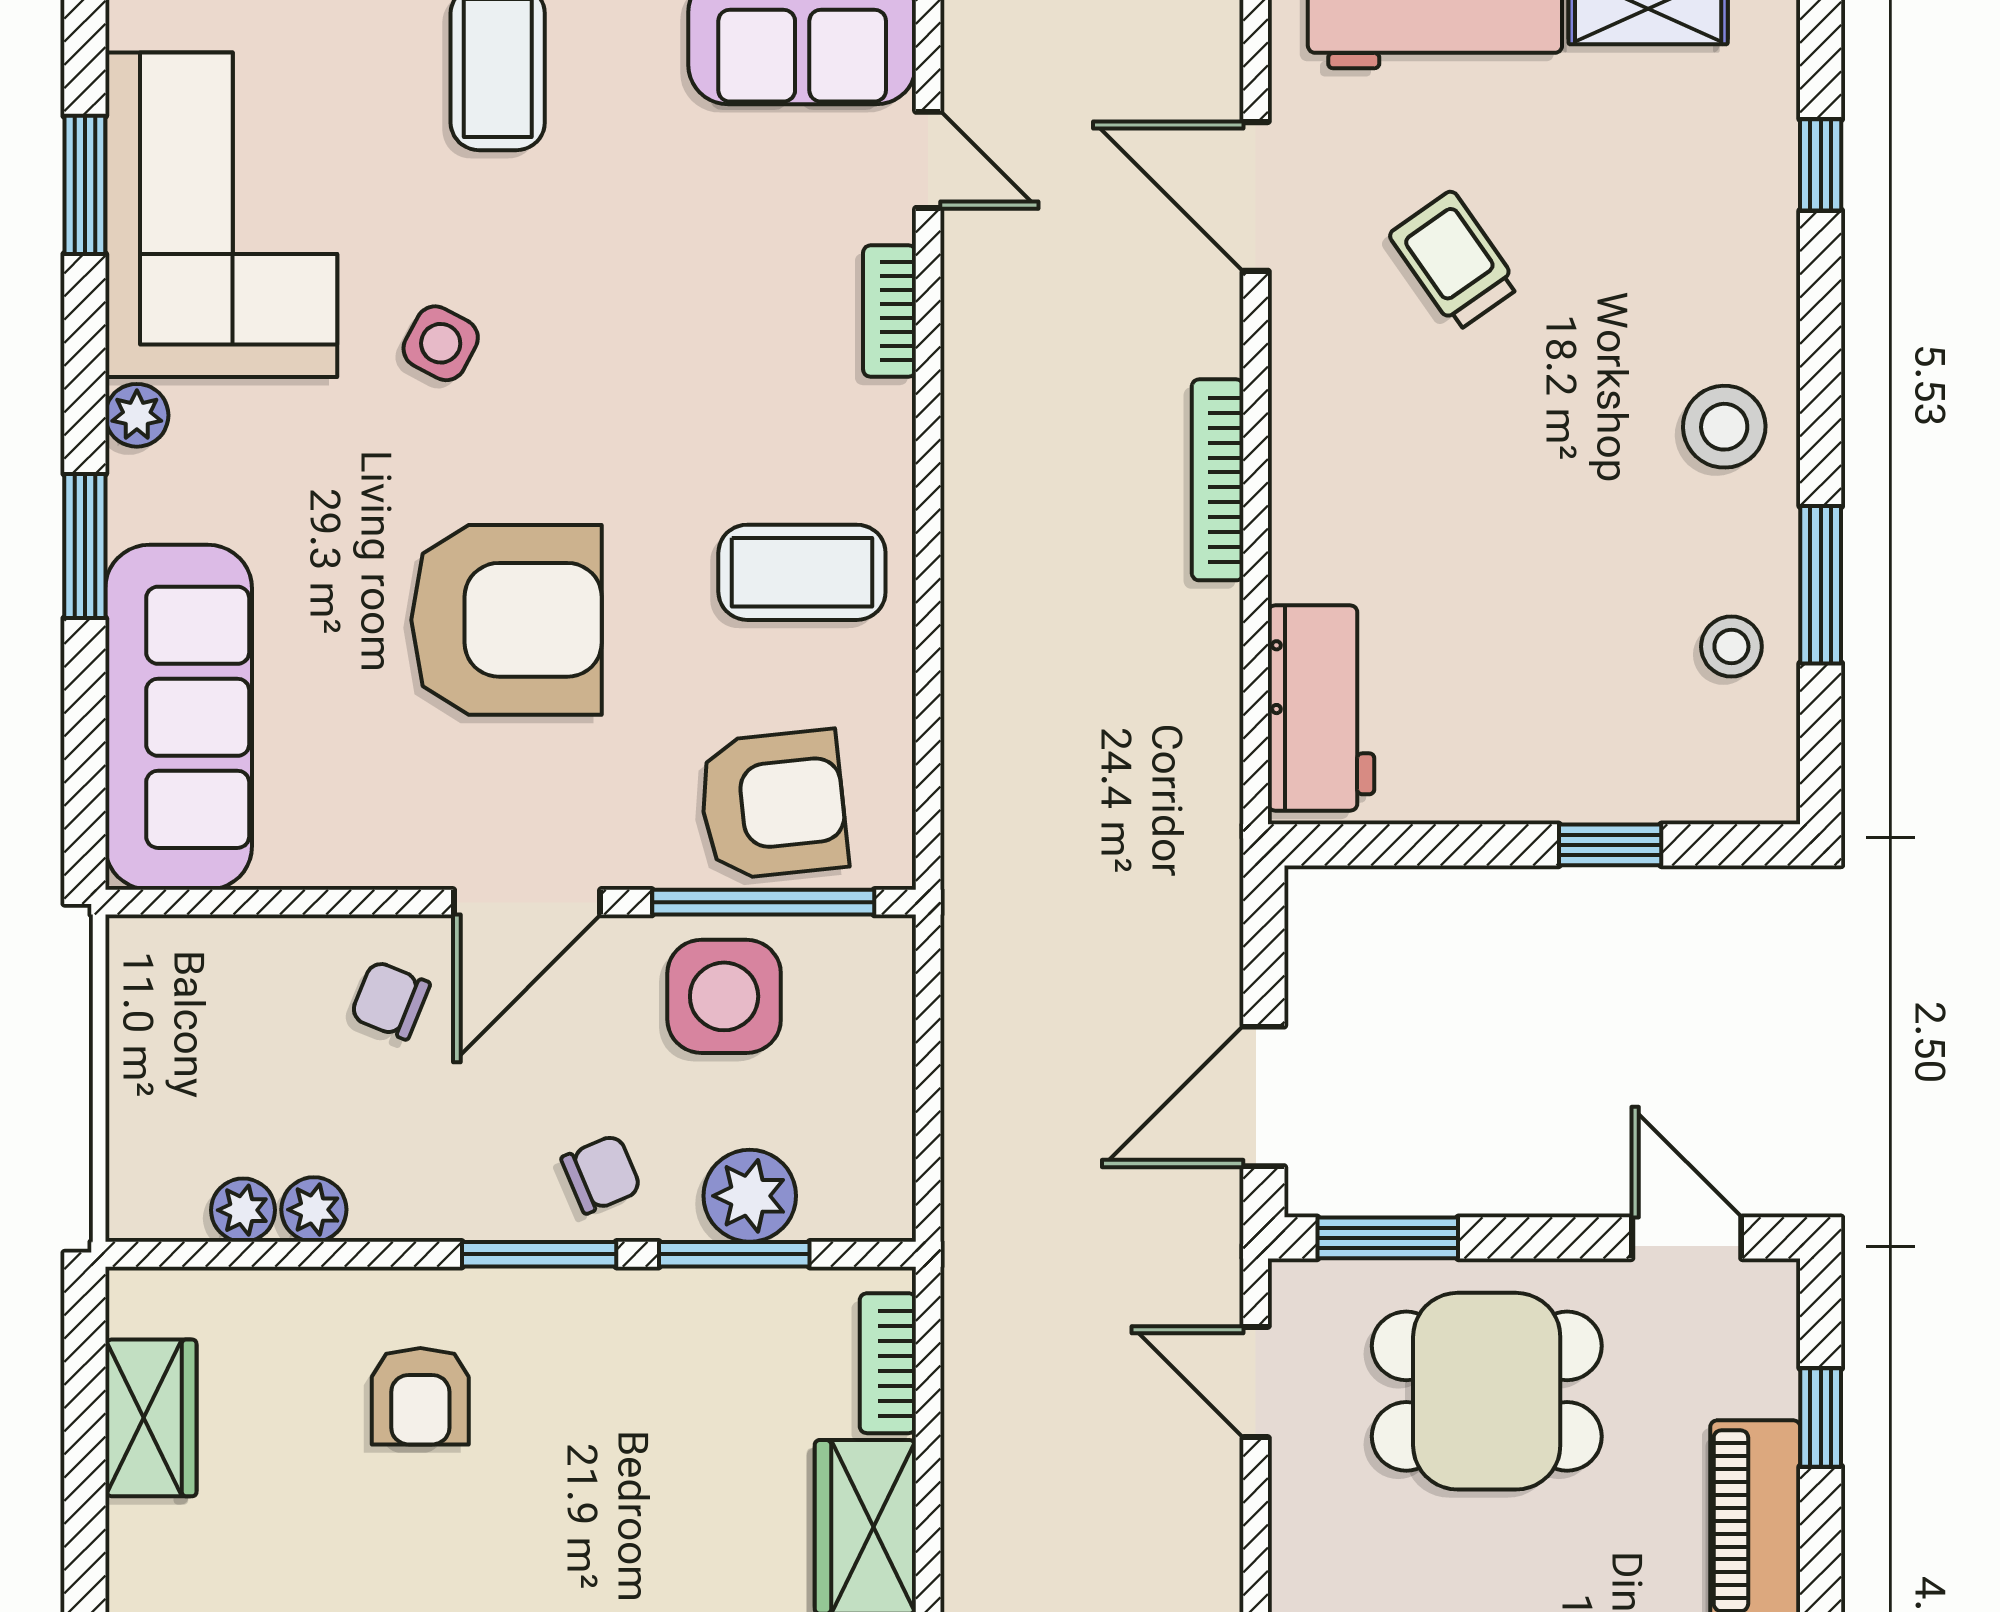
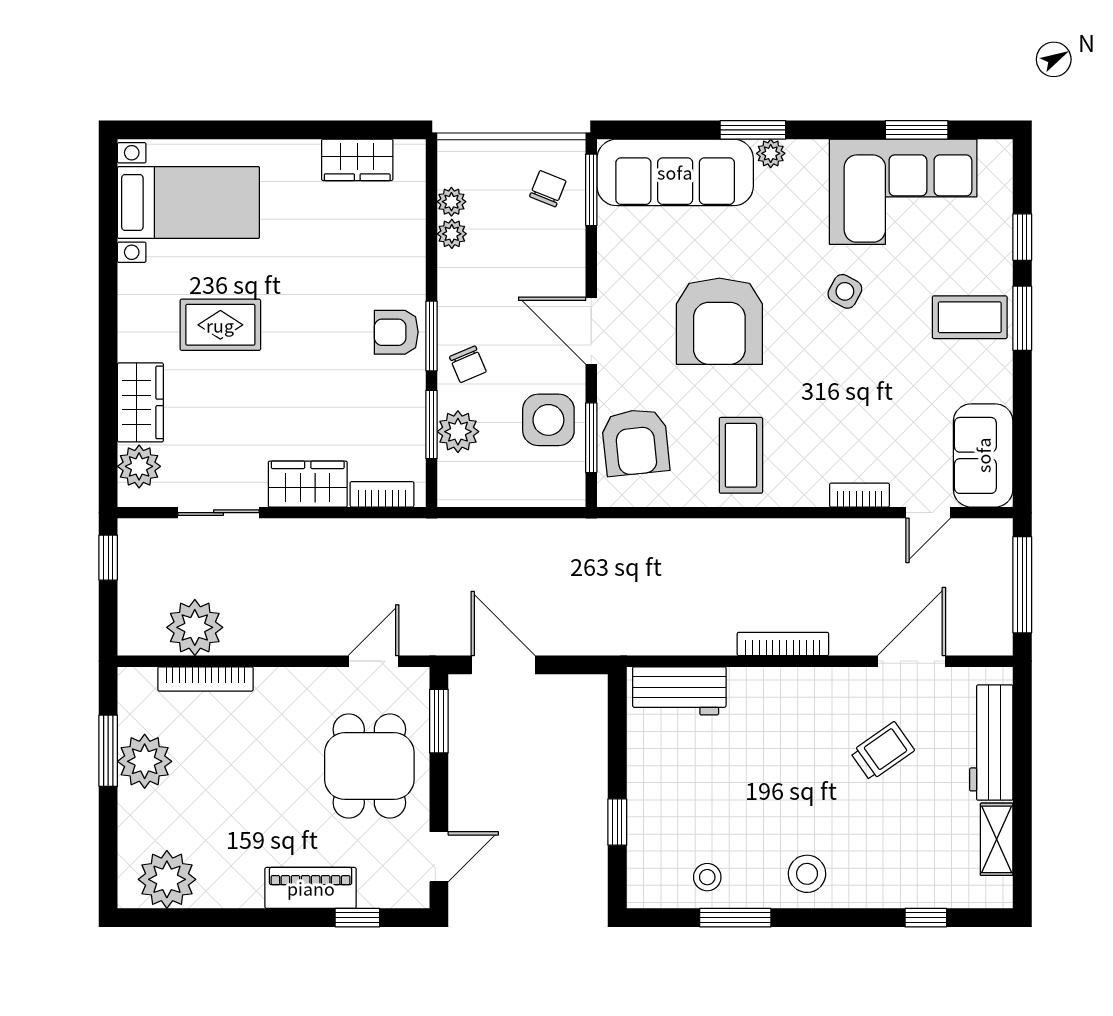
plant: (137, 415) -> (771, 153), moved
window: (217, 902) -> (591, 190), added
window: (763, 902) -> (591, 438), width x0.69
chair: (390, 1000) -> (548, 189), moved
armchair: (420, 1396) -> (396, 332), moved

